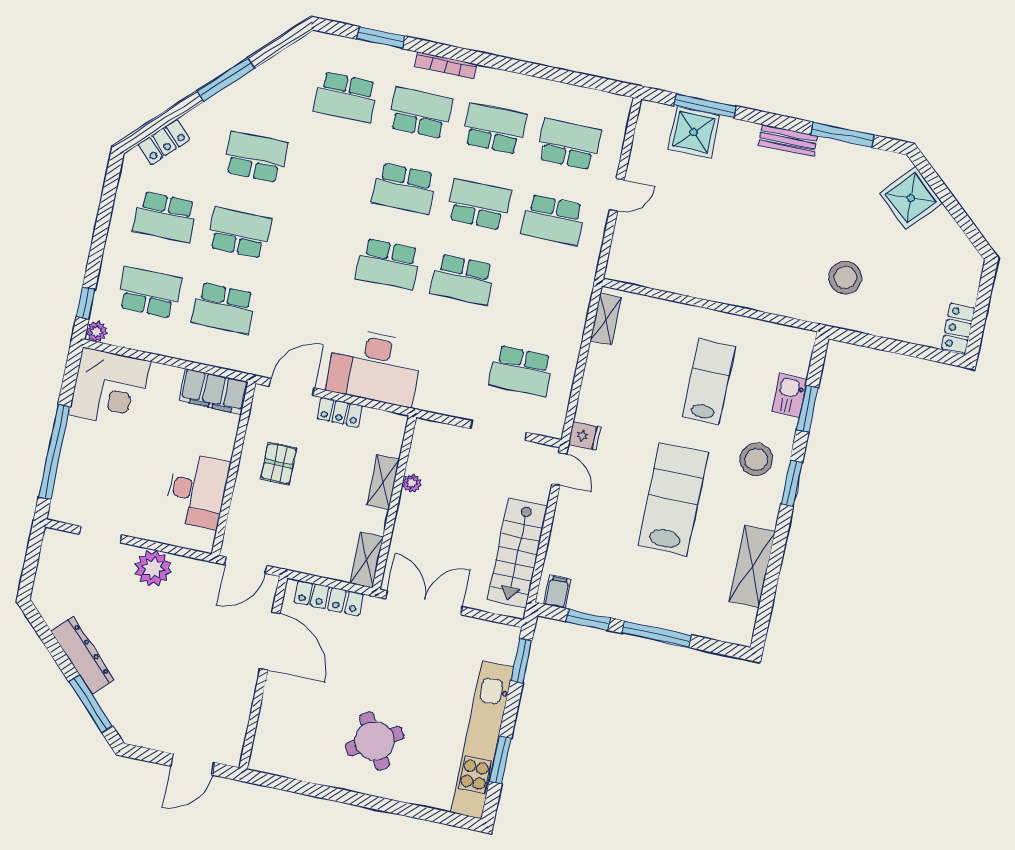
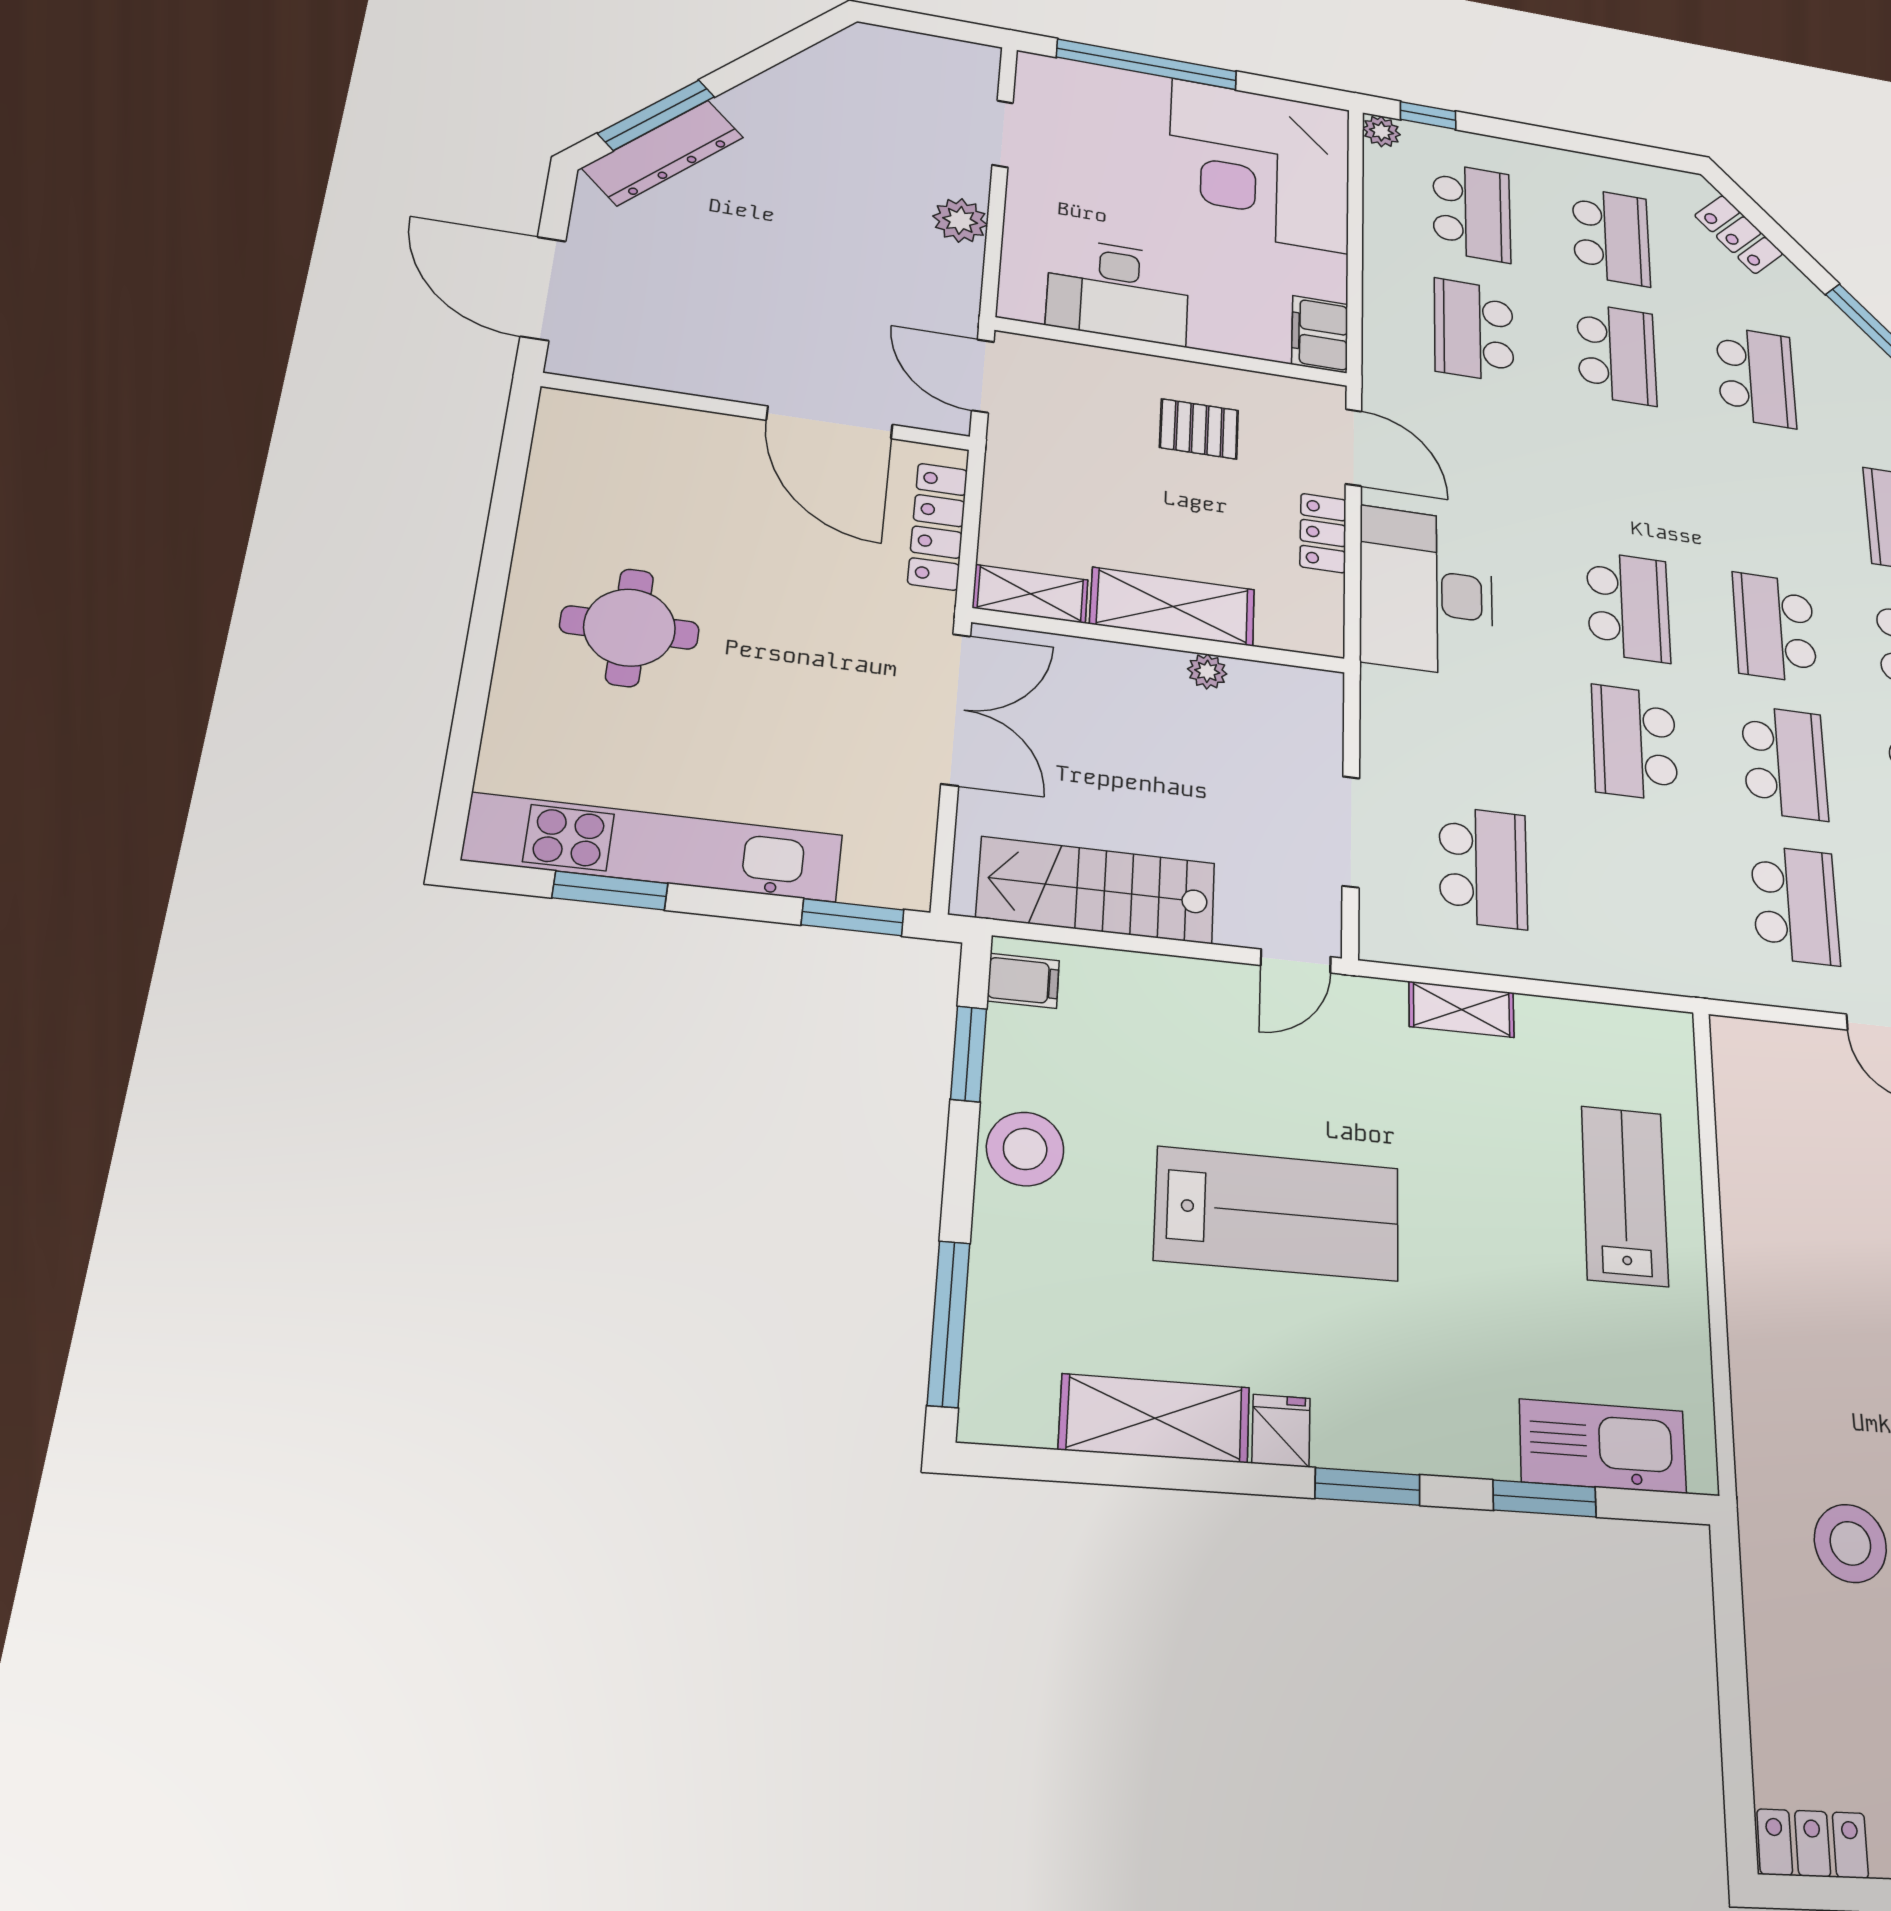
school desk: (165, 217) -> (1611, 237), turned 180
school desk: (553, 220) -> (1795, 905), turned 180
school desk: (388, 264) -> (1628, 607), turned 180
shelving: (606, 319) -> (1462, 1009), moved
school desk: (521, 371) -> (1483, 867), turned 180
lab bench: (709, 382) -> (1625, 1196), moved, turned -90
corner desk: (110, 388) -> (1259, 166), width x1.36, depth x1.36
filing cabinet: (214, 391) -> (1320, 334), width x0.67, depth x0.86
kitchen sink: (789, 395) -> (1603, 1446), width x1.87, depth x1.24
fridge: (584, 436) -> (1281, 1431), moved, turned 180
stool: (756, 459) -> (1025, 1149), moved
shelving: (383, 482) -> (1173, 607), width x1.50, depth x1.33
plant: (153, 568) -> (960, 220), width x0.73, depth x0.73
window: (657, 634) -> (949, 1323), moved
door: (270, 641) -> (830, 422), hinge flipped
dresser: (82, 655) -> (663, 153), moved
round table: (375, 741) -> (630, 628), turned 30
door: (193, 764) -> (543, 288), width x1.36

